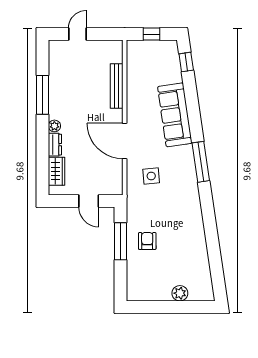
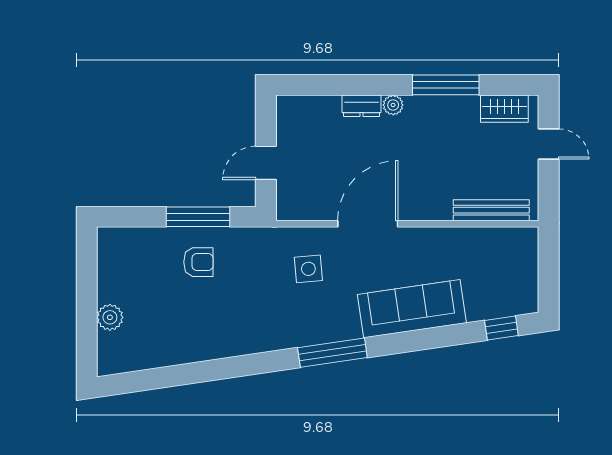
window: (151, 34) -> (549, 269), removed
bench: (117, 86) -> (491, 210), moved
wardrobe: (57, 171) -> (504, 109), moved

